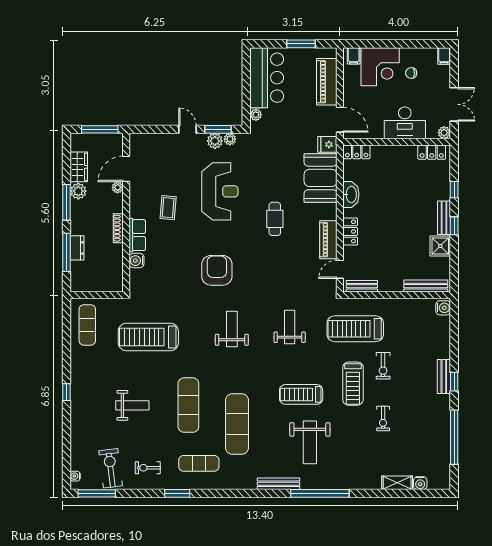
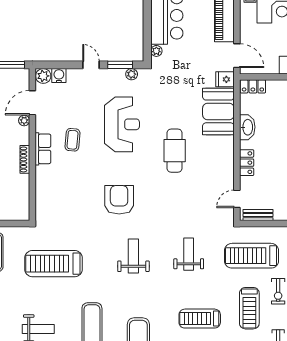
plant: (215, 141) -> (43, 76), moved
cafe table: (275, 219) -> (175, 151), width x1.37, depth x1.35
row of seats: (137, 235) -> (43, 149), moved
piano: (328, 240) -> (226, 171), removed
water cooler: (137, 261) -> (59, 76), moved, turned 90

